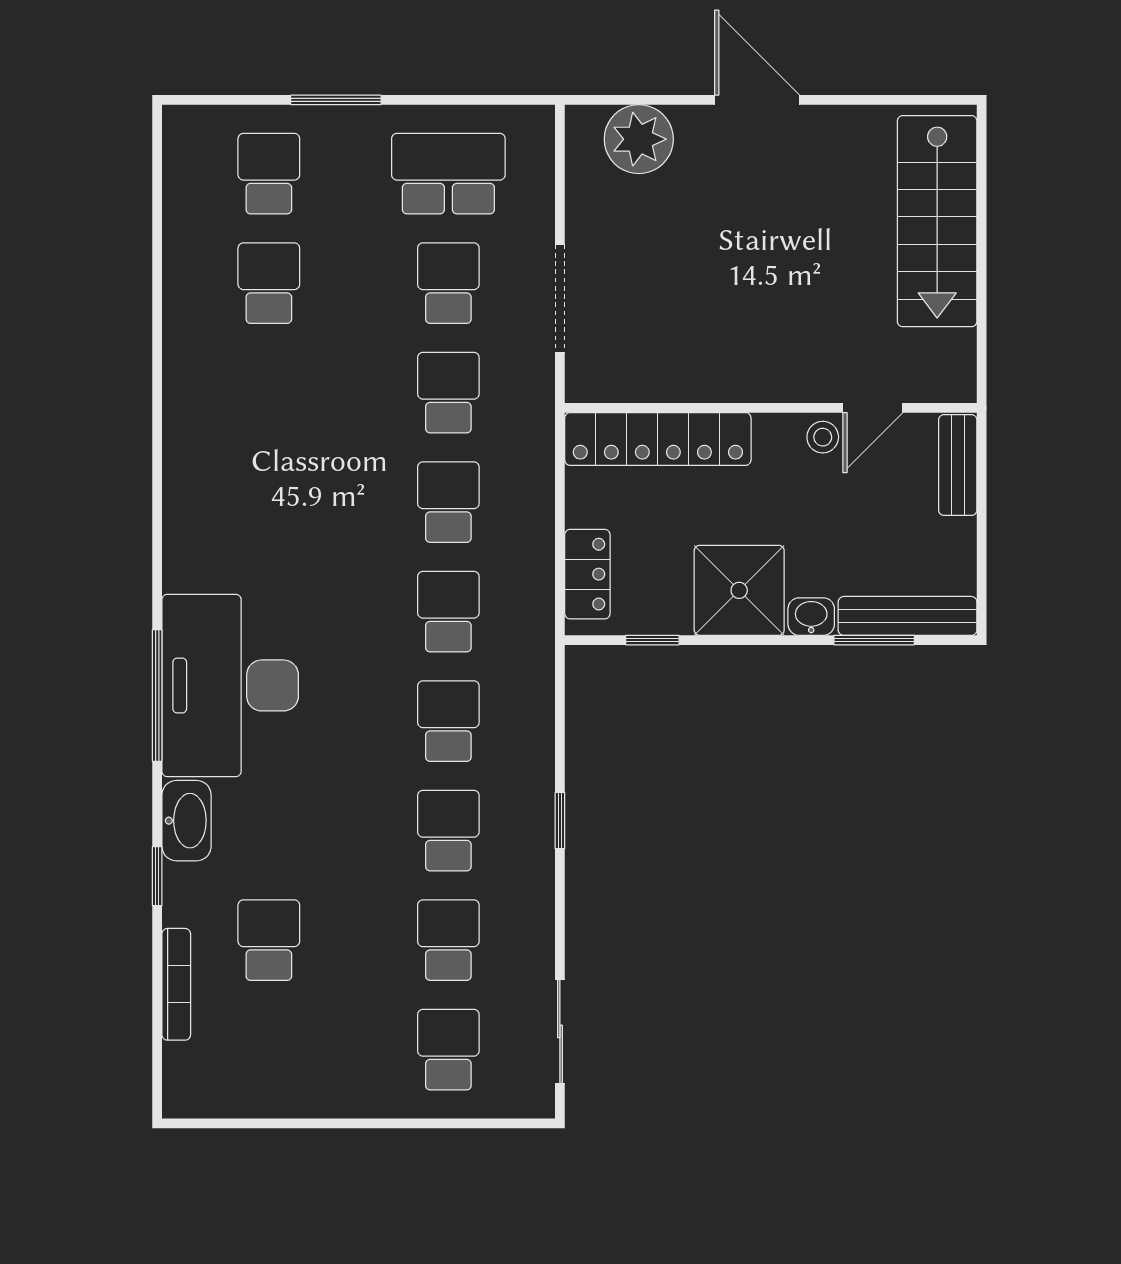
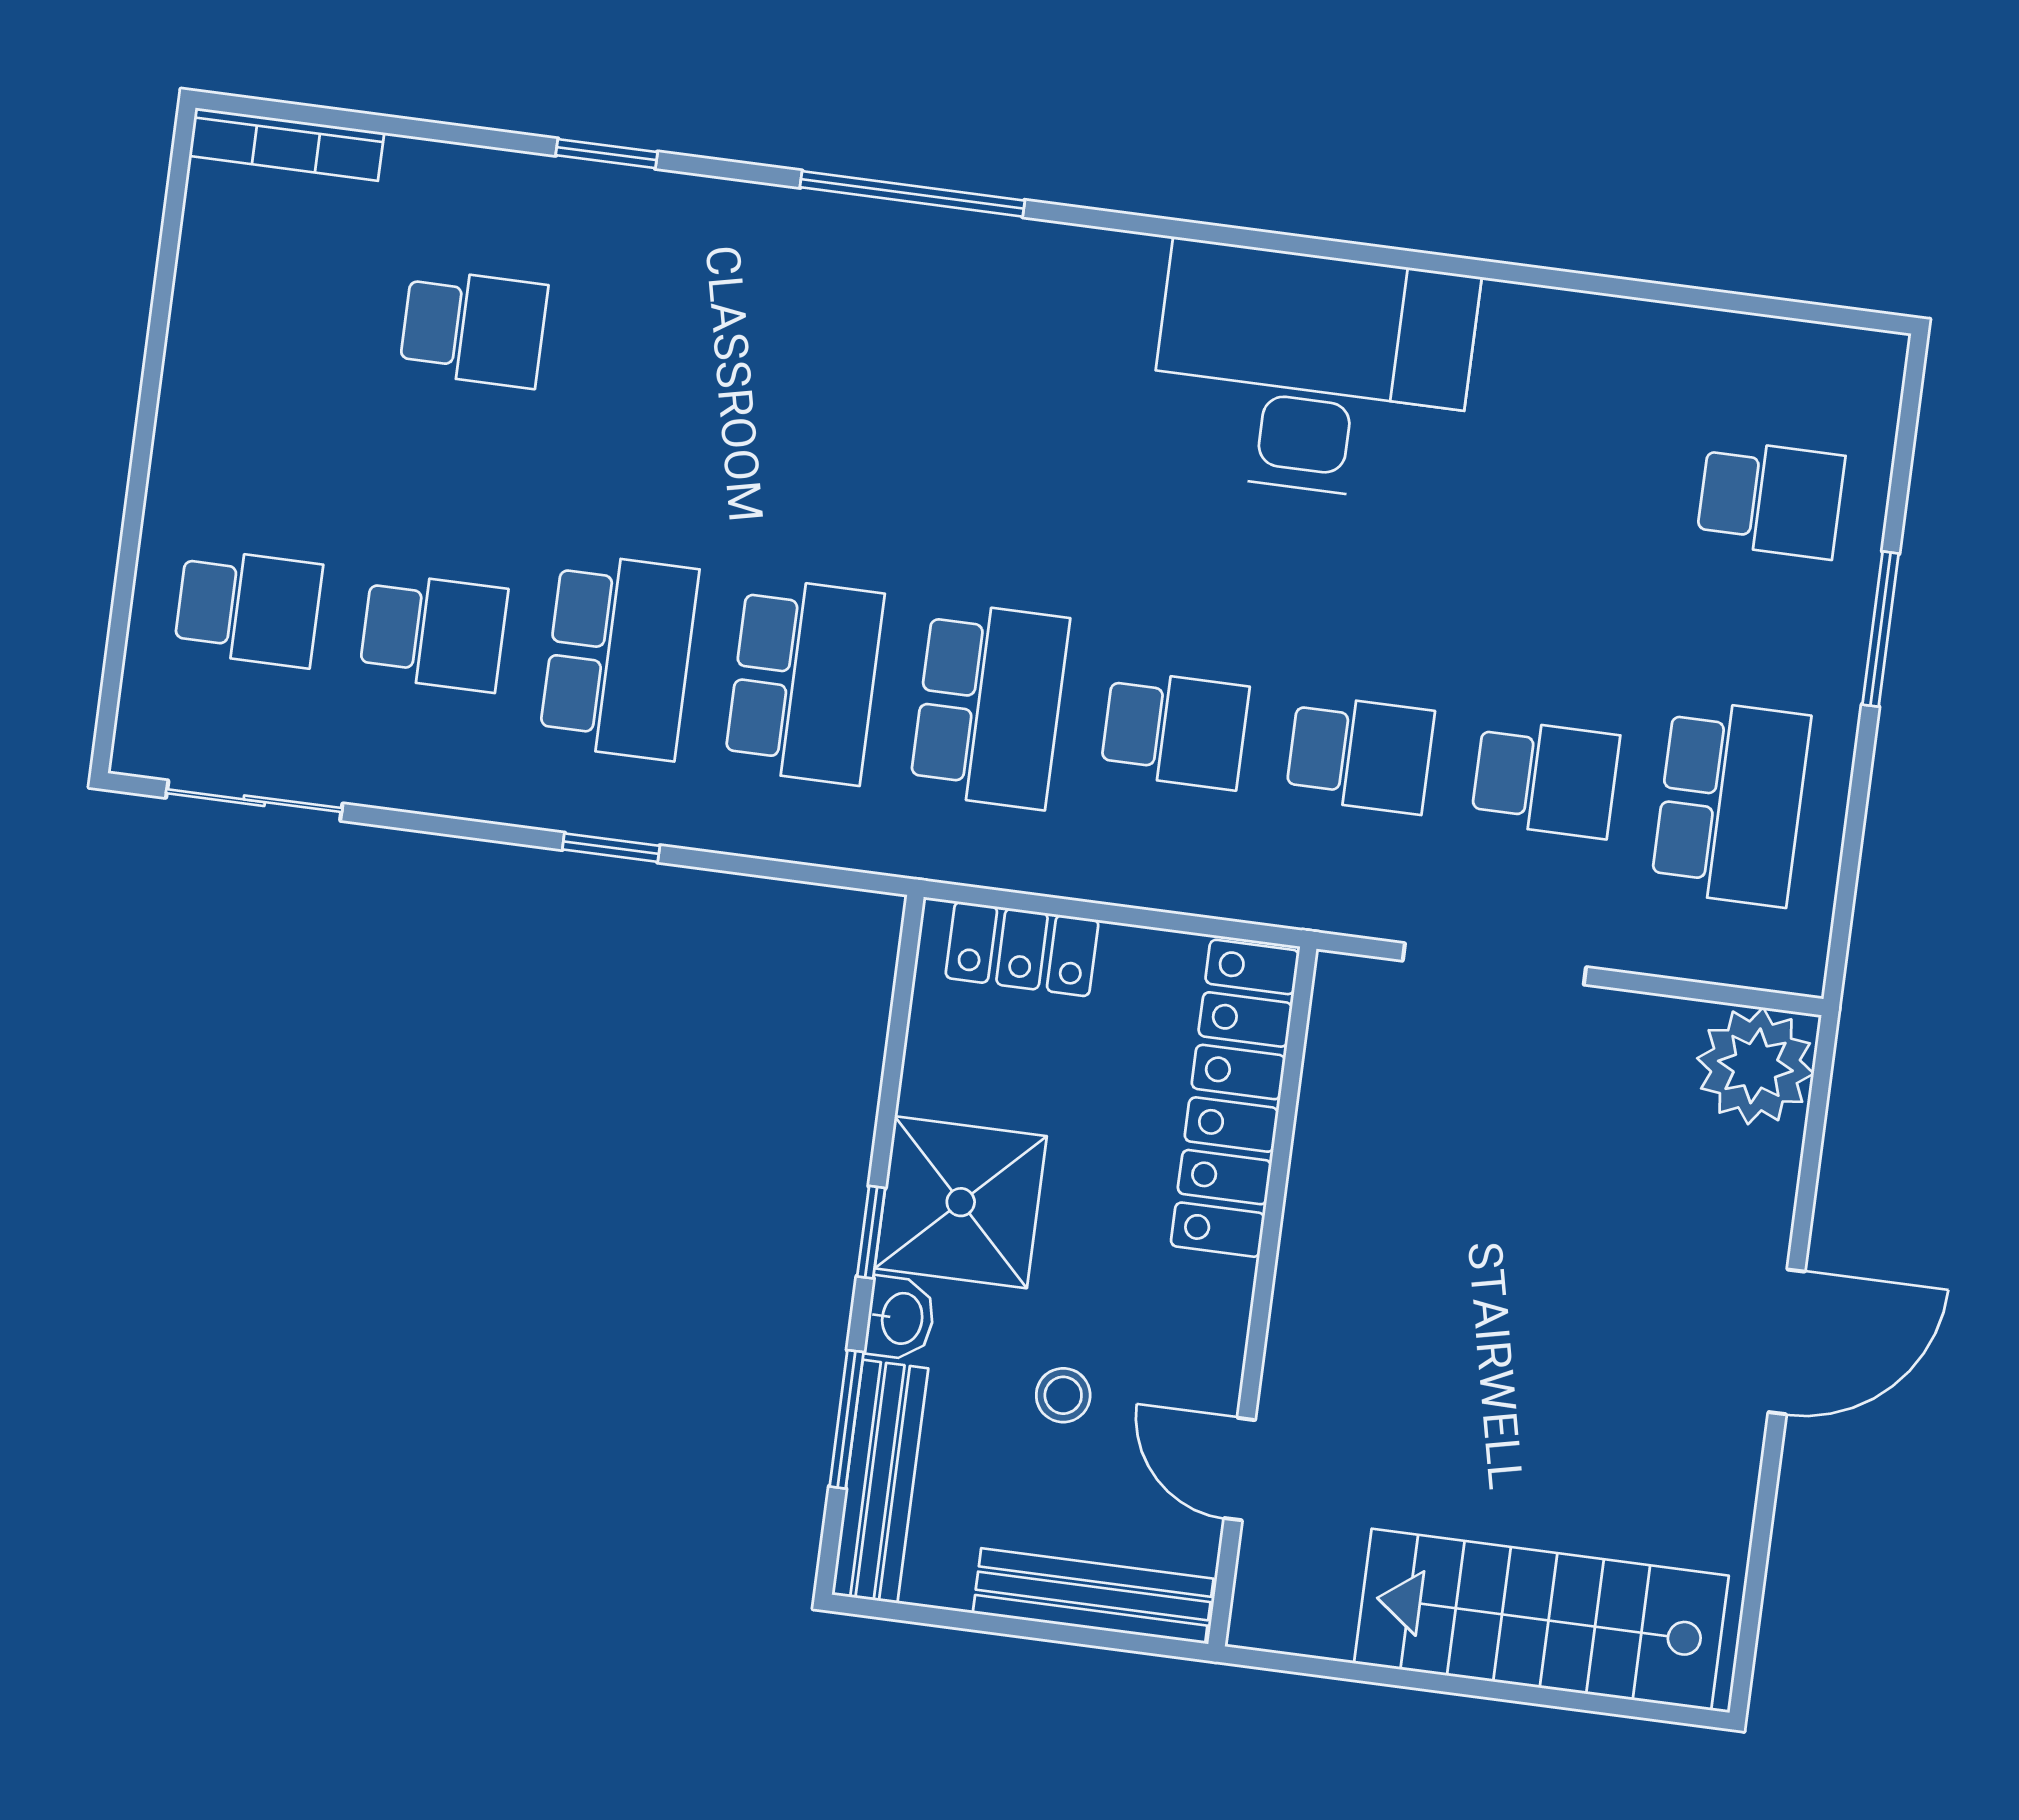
plant: (639, 139) -> (1755, 1066), moved
school desk: (269, 283) -> (1585, 475), removed
stool: (823, 437) -> (1063, 1395), moved
bench: (958, 465) -> (1093, 1596), width x1.36
school desk: (448, 612) -> (989, 705), width x1.85
window: (652, 640) -> (871, 1232), moved
desk: (230, 685) -> (1312, 372), moved
school desk: (448, 721) -> (804, 681), width x1.85
washbasin: (187, 821) -> (694, 216), removed
school desk: (448, 831) -> (619, 657), width x1.85
bookcase: (176, 984) -> (287, 144), moved

